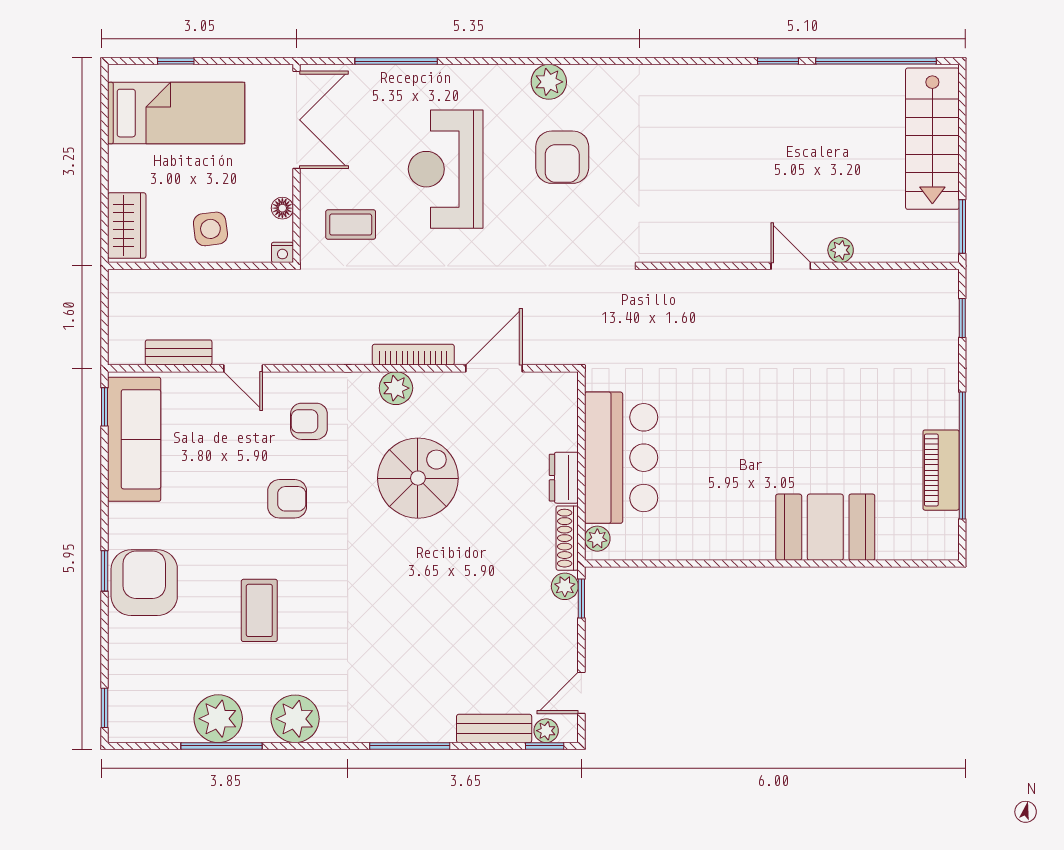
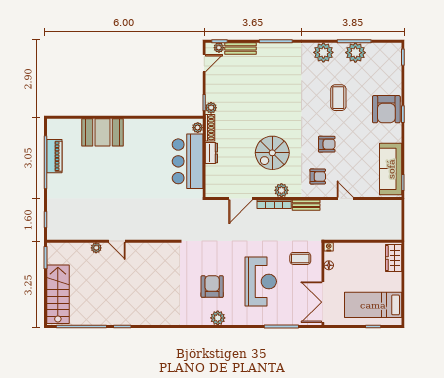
side table: (210, 229) -> (359, 257), removed
bench: (179, 352) -> (306, 205), moved
armchair: (287, 499) -> (327, 144), turned 180

